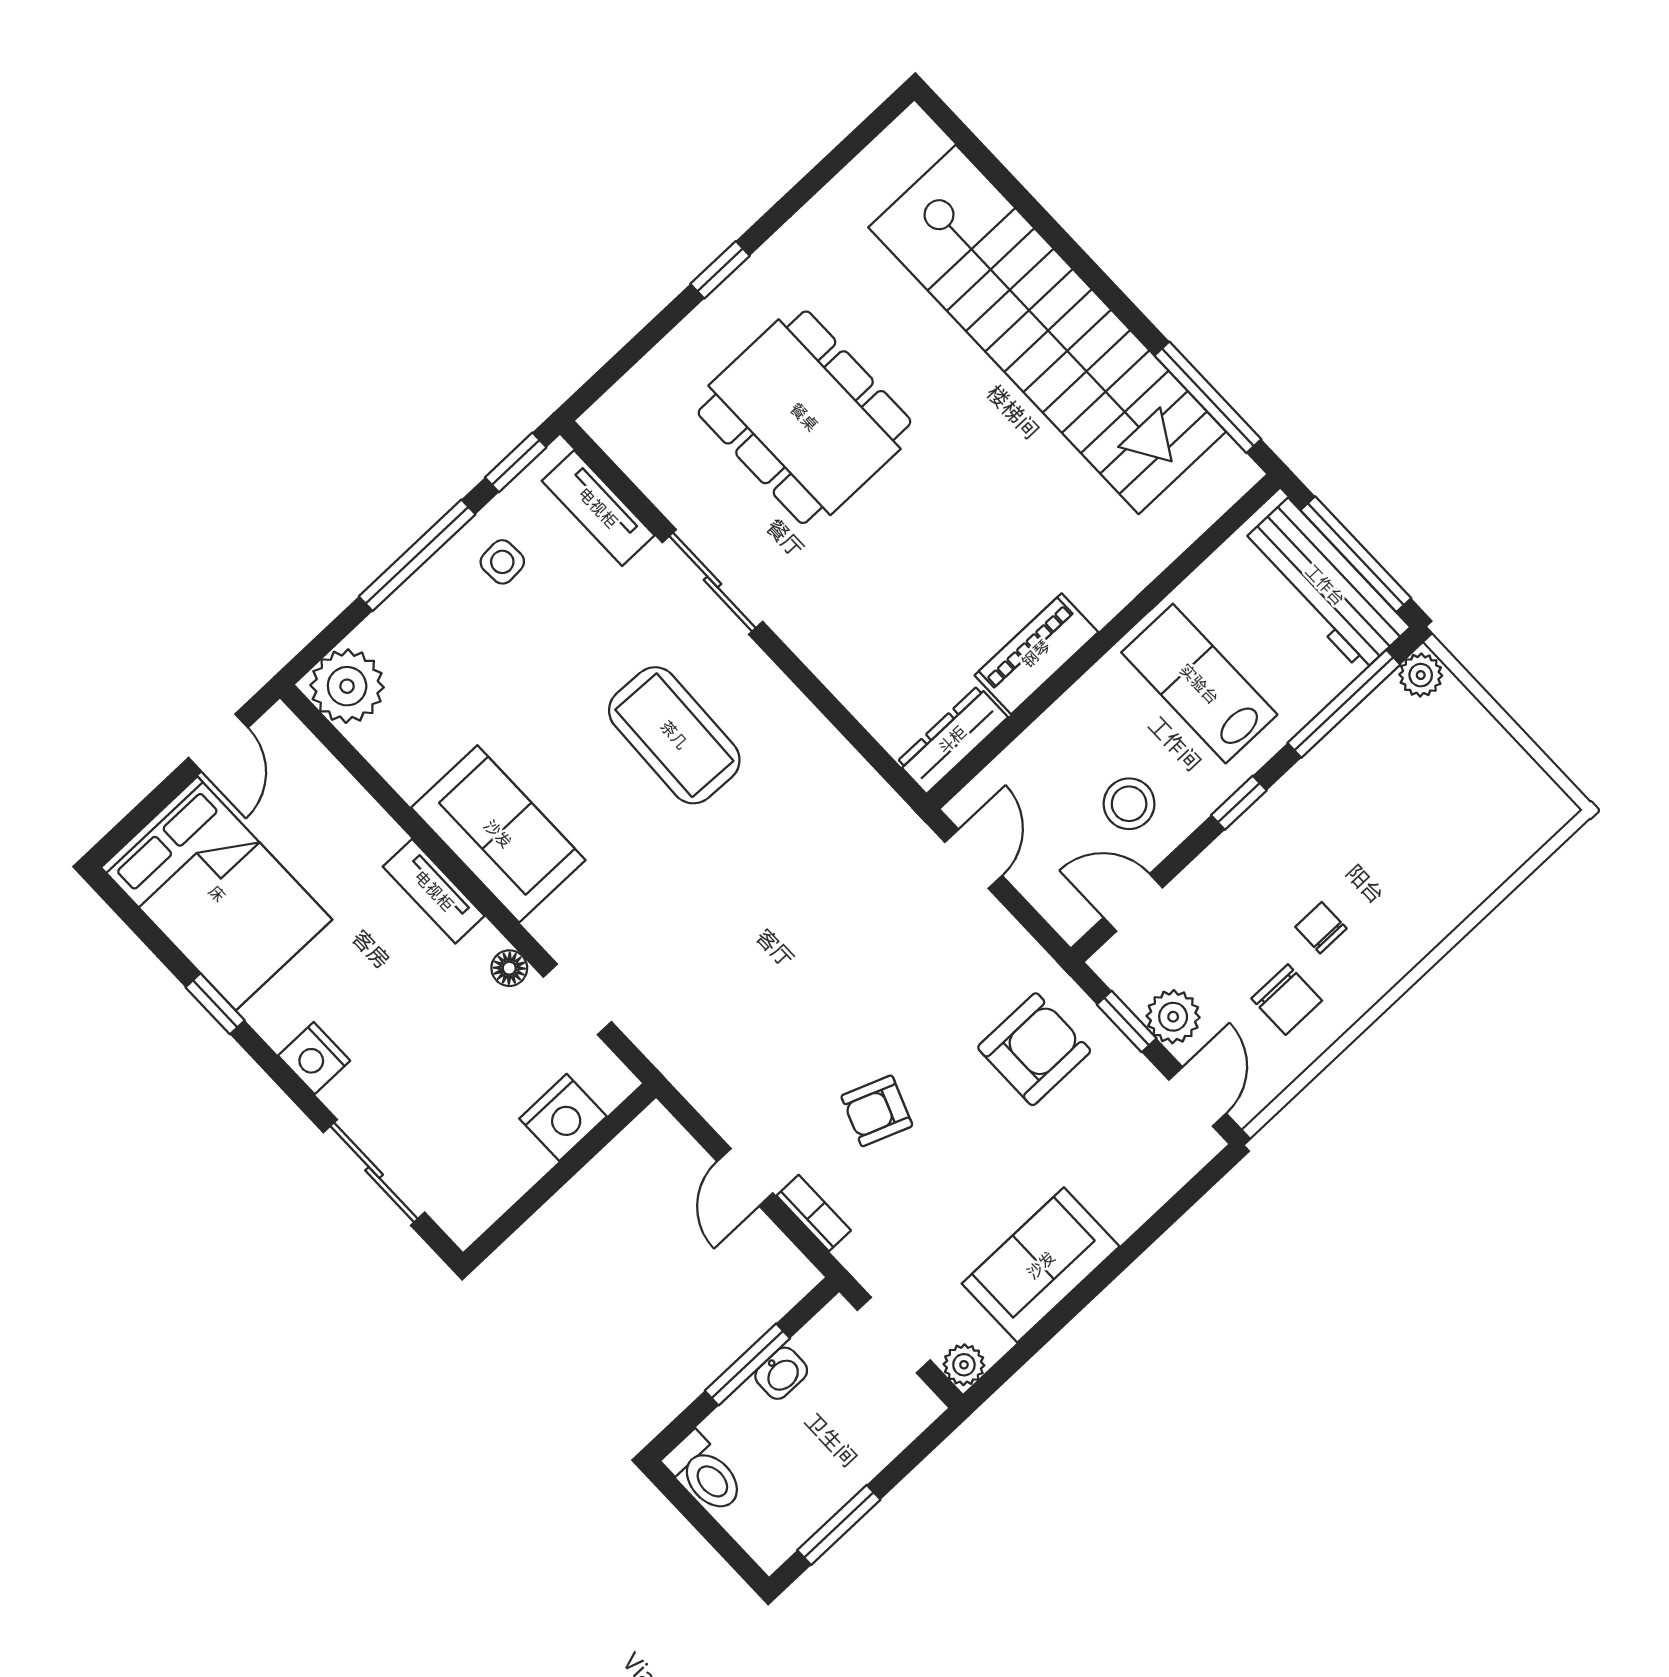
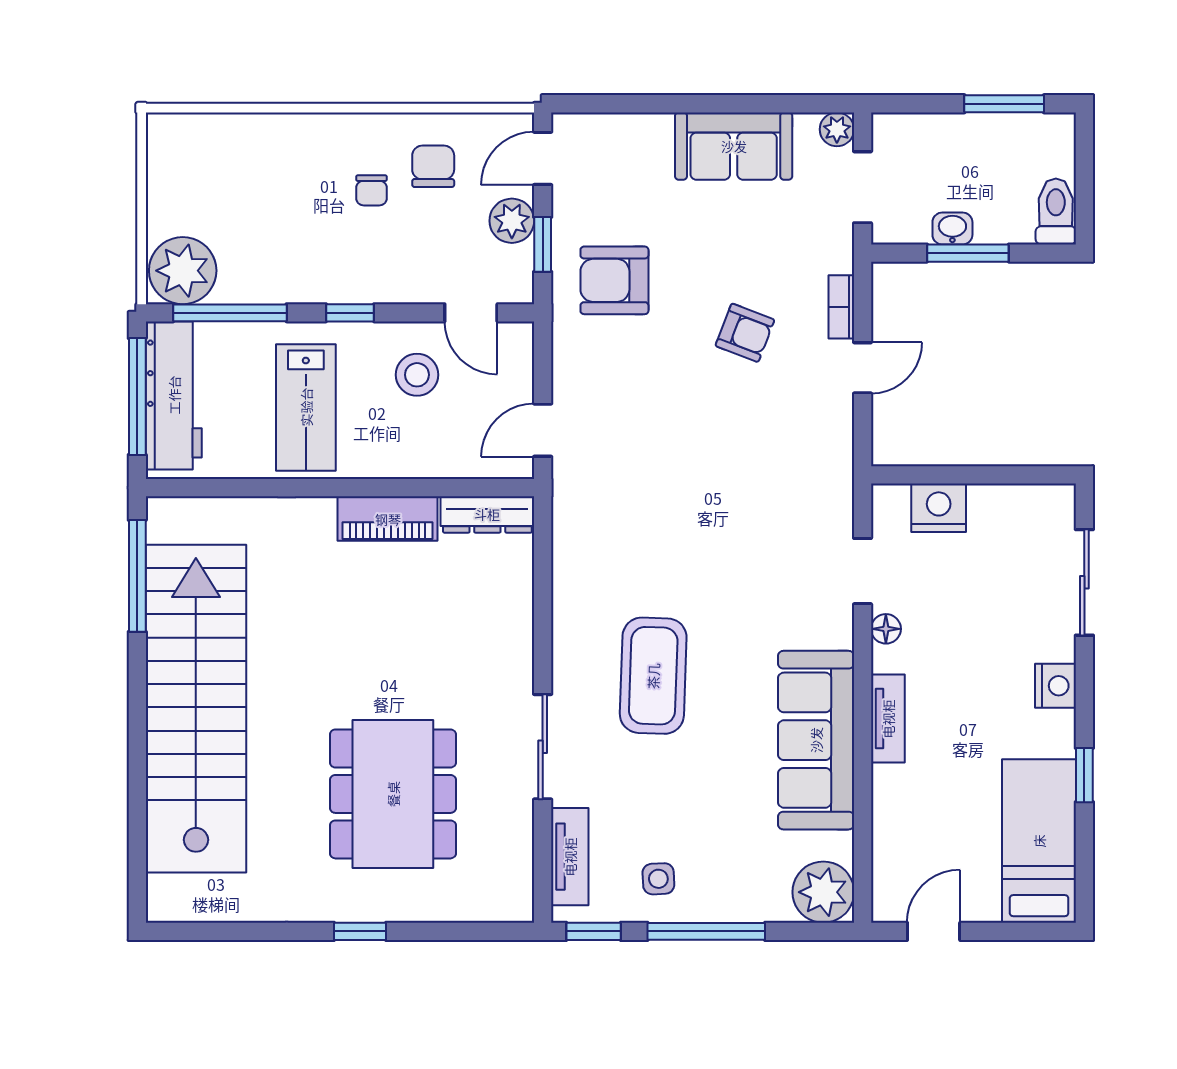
plant: (1421, 675) -> (183, 271), width x1.87, depth x1.87
sofa: (498, 834) -> (816, 740), width x1.36
bed: (217, 894) -> (1039, 841), width x0.67

